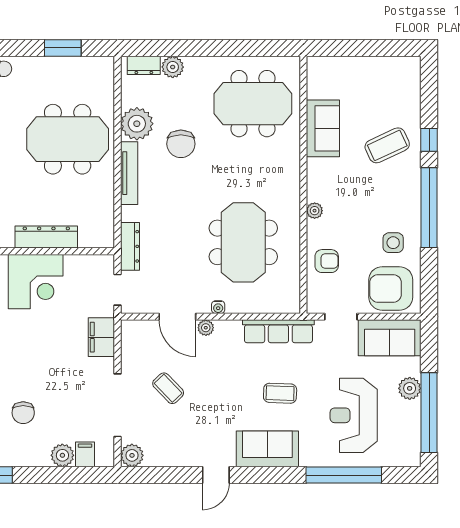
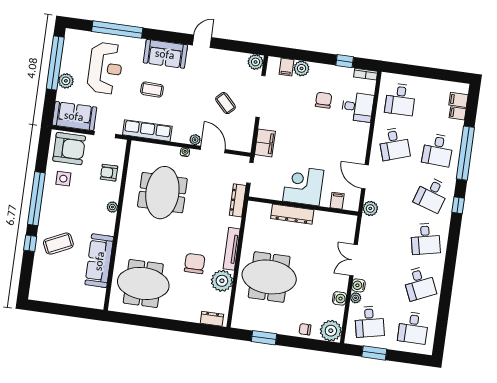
plant: (173, 67) -> (193, 315), removed
sofa: (323, 128) -> (99, 261), width x1.36

